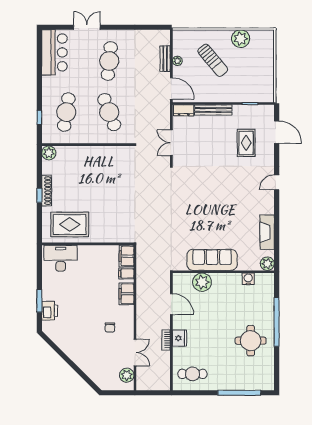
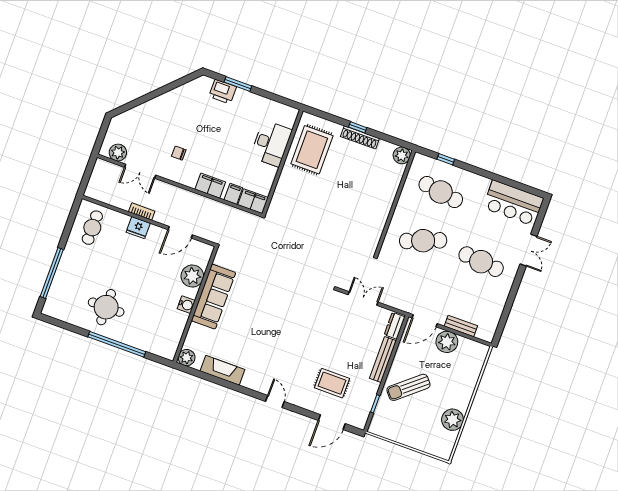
sun lounger: (213, 60) -> (408, 387), moved
plant: (177, 61) -> (447, 342), width x1.88, depth x1.88
desk: (61, 258) -> (271, 143), moved
water cooler: (248, 279) -> (186, 305), moved

